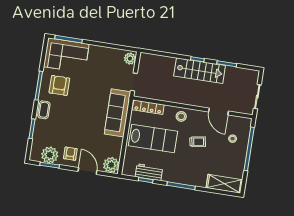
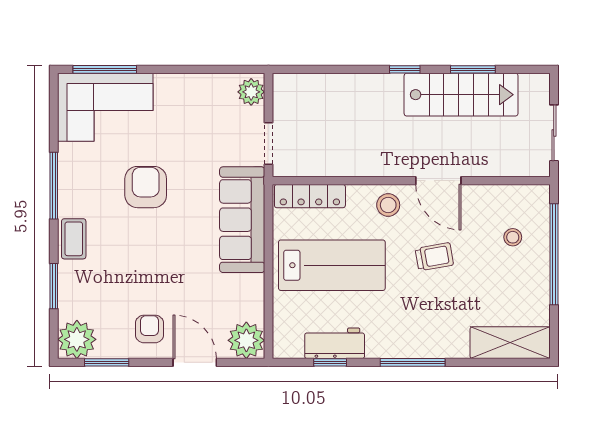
stairs: (200, 71) -> (461, 95), moved
armchair: (59, 85) -> (146, 187), moved
door: (218, 112) -> (438, 181), moved
plant: (50, 155) -> (77, 339), moved

